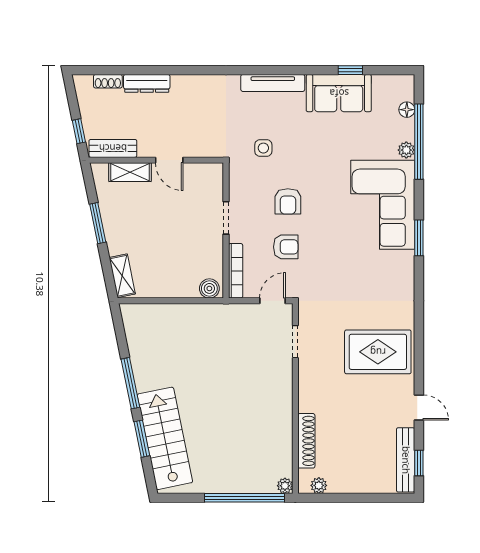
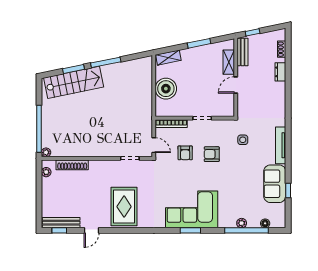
dresser: (147, 83) -> (280, 72), width x0.70
corner sofa: (383, 205) -> (192, 209), moved
boiler: (209, 288) -> (166, 89), moved, width x1.86, depth x1.86

